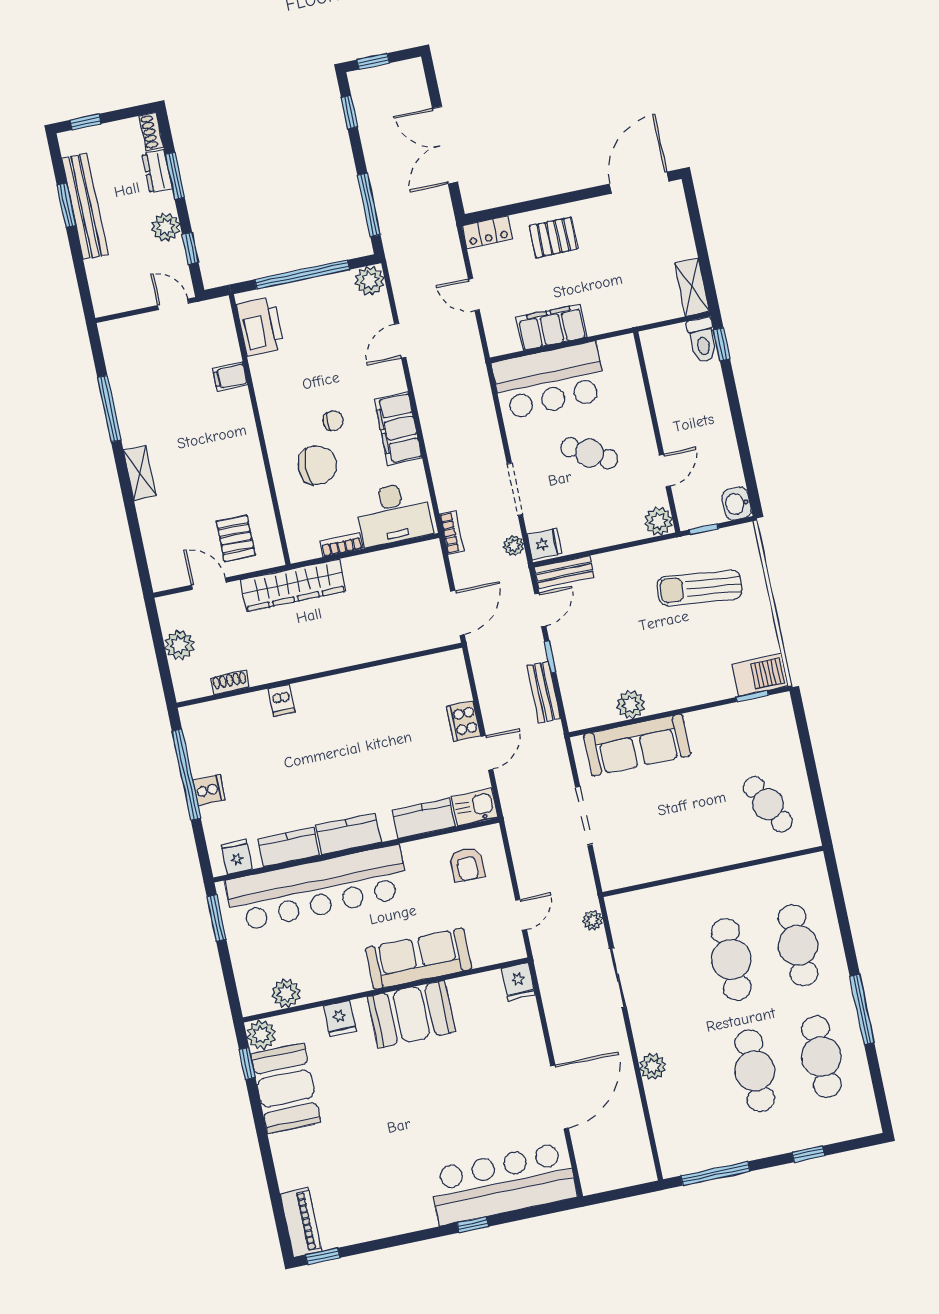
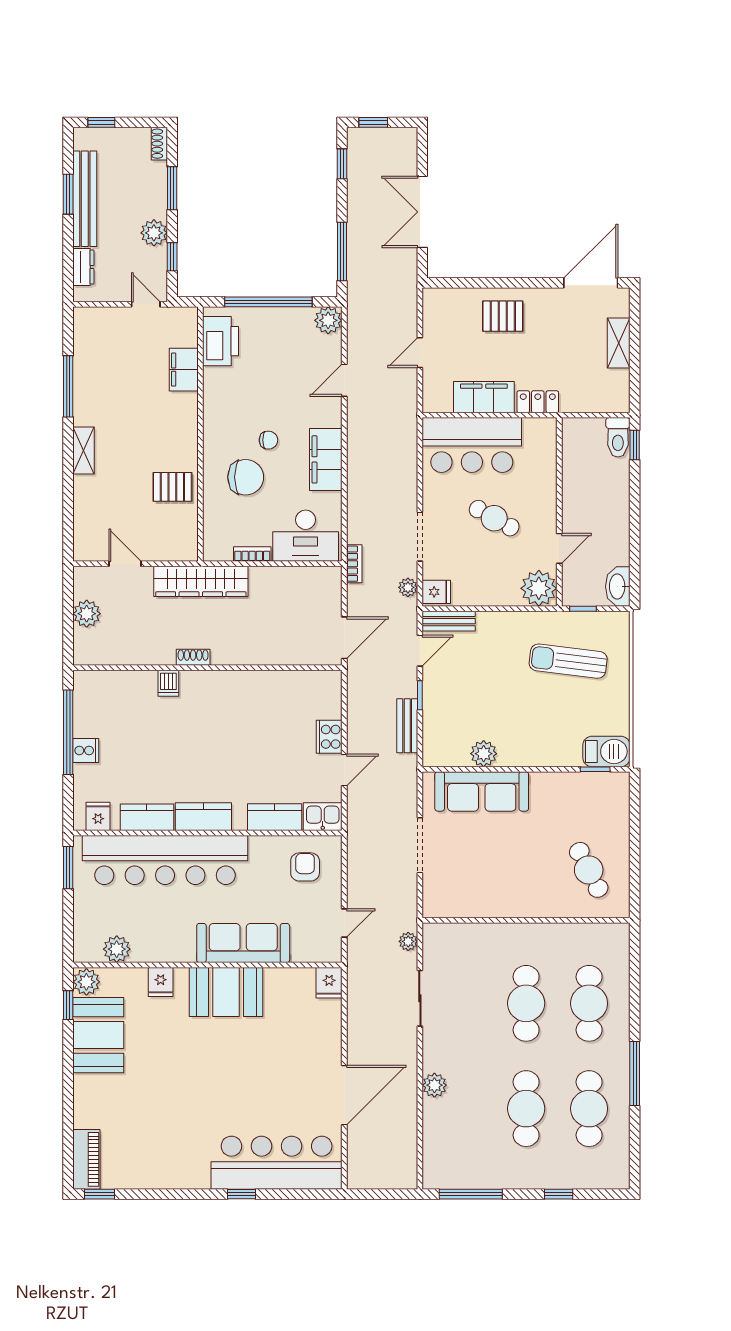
dresser: (157, 171) -> (83, 267), moved, turned 180
locker: (487, 232) -> (538, 402), moved, turned 180
shelving: (692, 287) -> (619, 343), moved
door: (474, 294) -> (420, 353), hinge flipped
filing cabinet: (230, 376) -> (184, 370), width x2.00
washbasin: (737, 504) -> (618, 586), width x1.38
plant: (658, 521) -> (539, 588), width x1.36, depth x1.36
pallet: (236, 538) -> (172, 487), moved, turned 90
shoe rack: (230, 682) -> (193, 657), moved
armchair: (467, 864) -> (305, 867), turned 180

